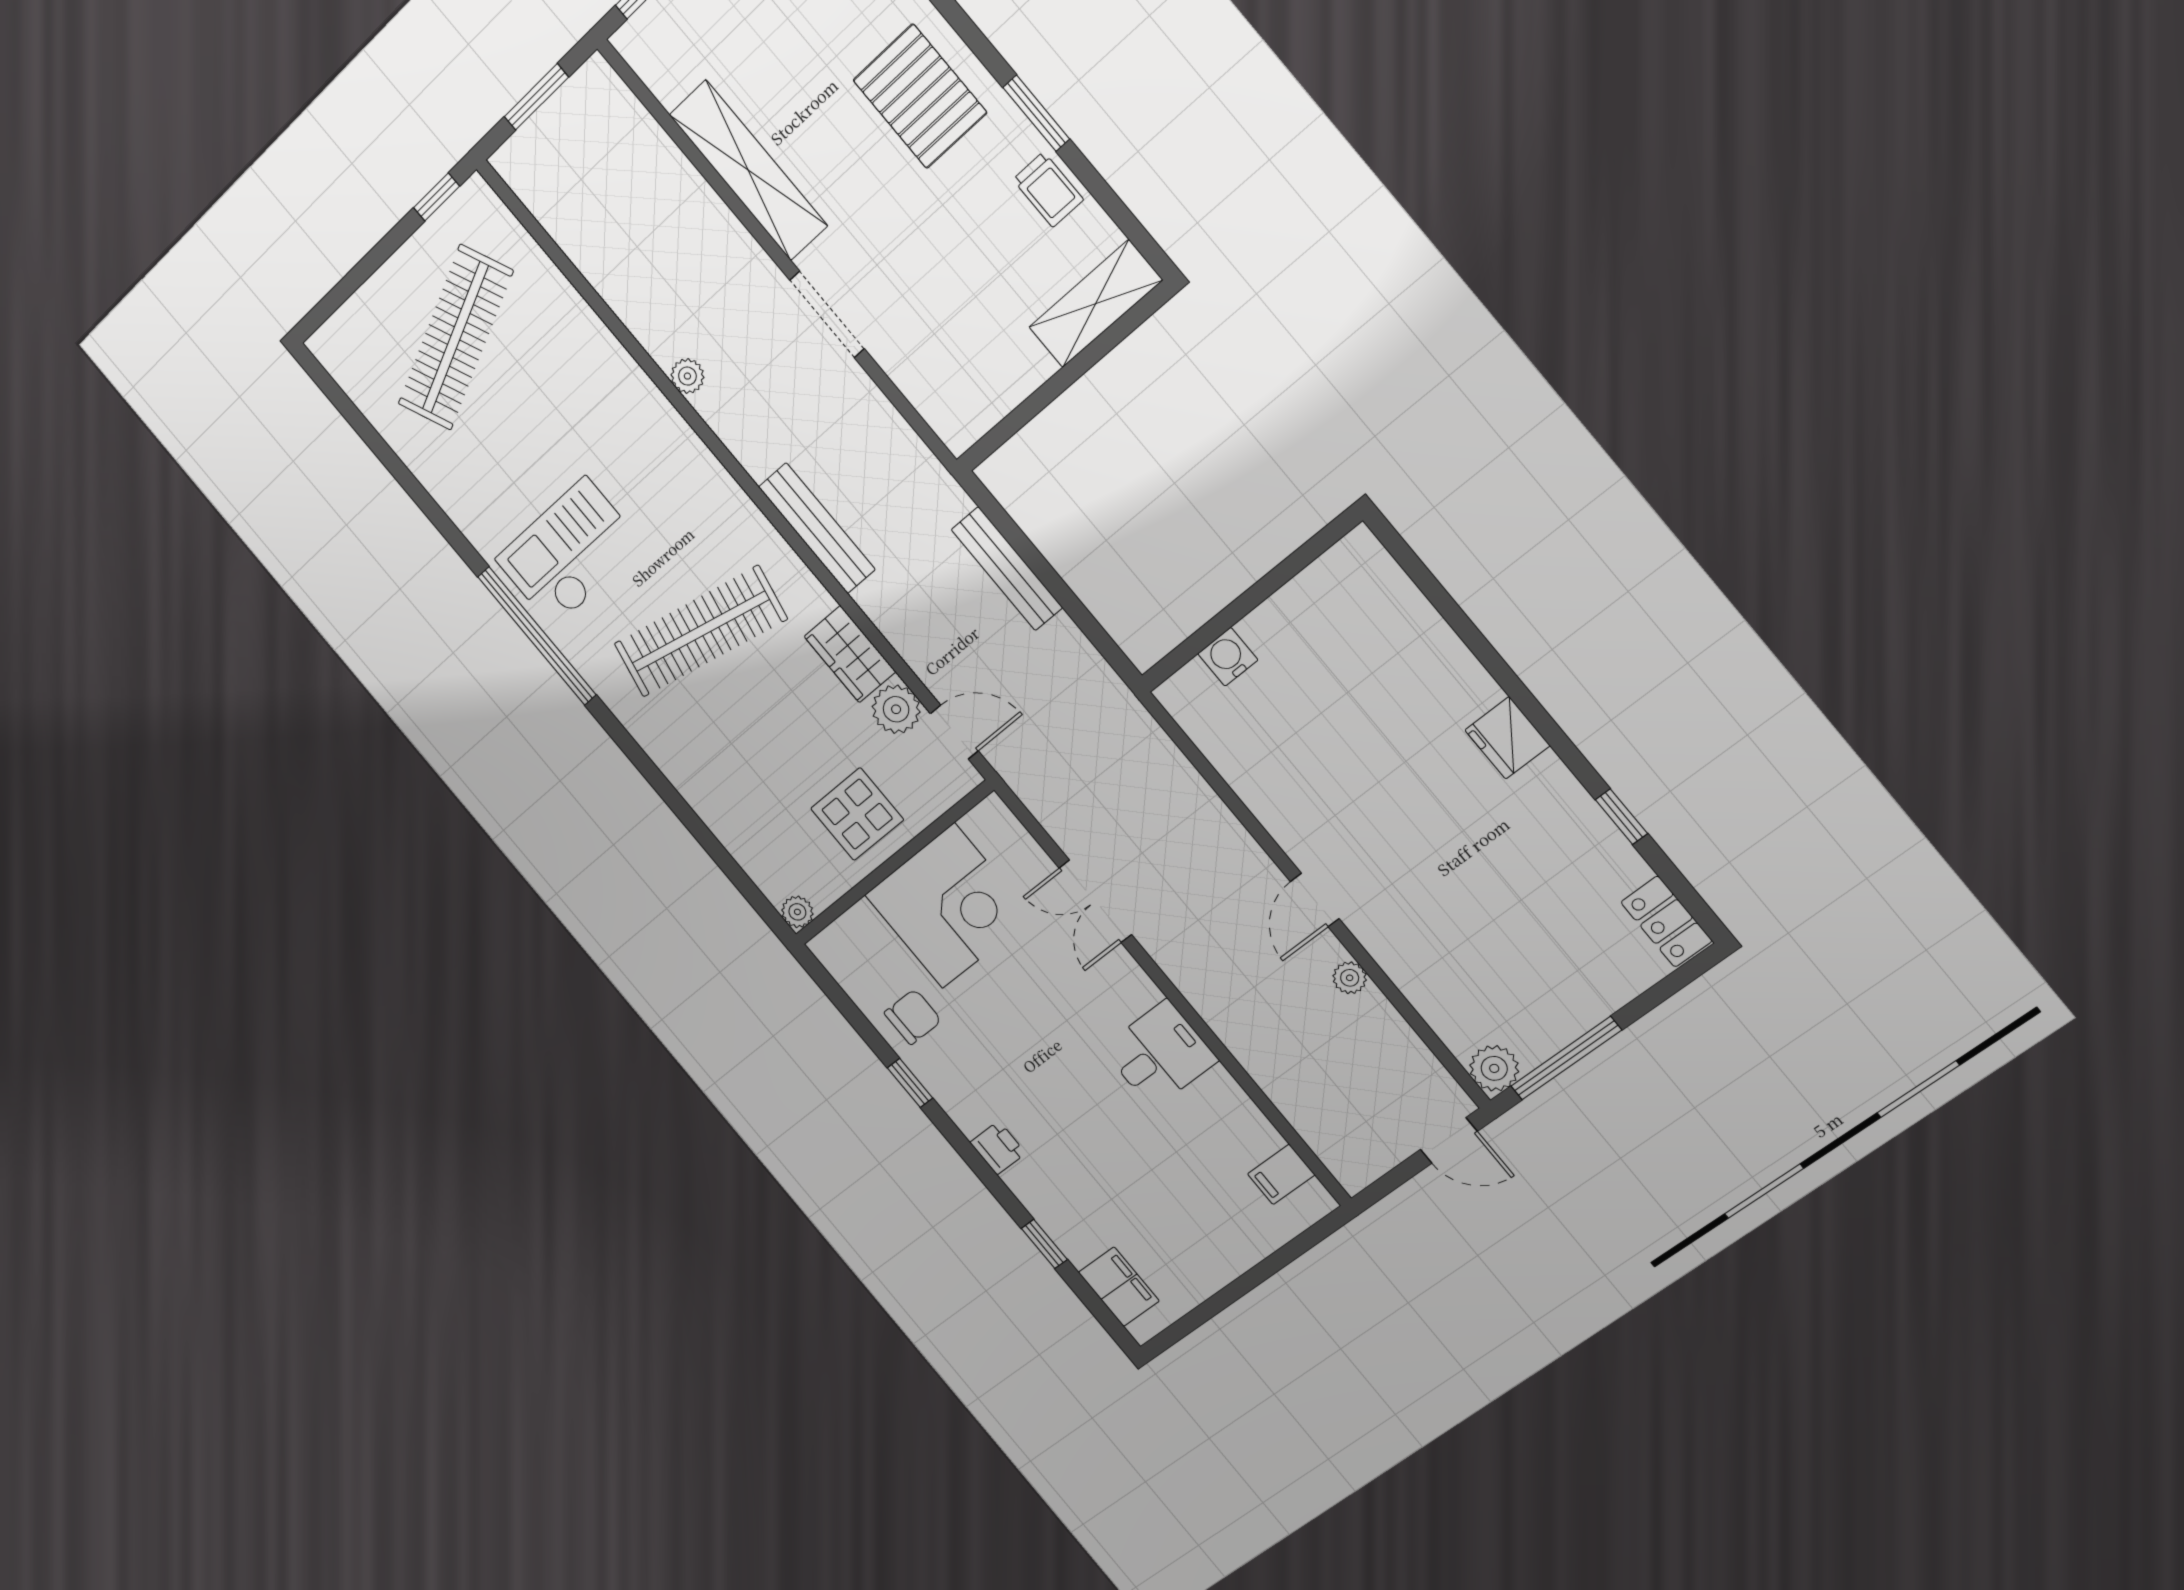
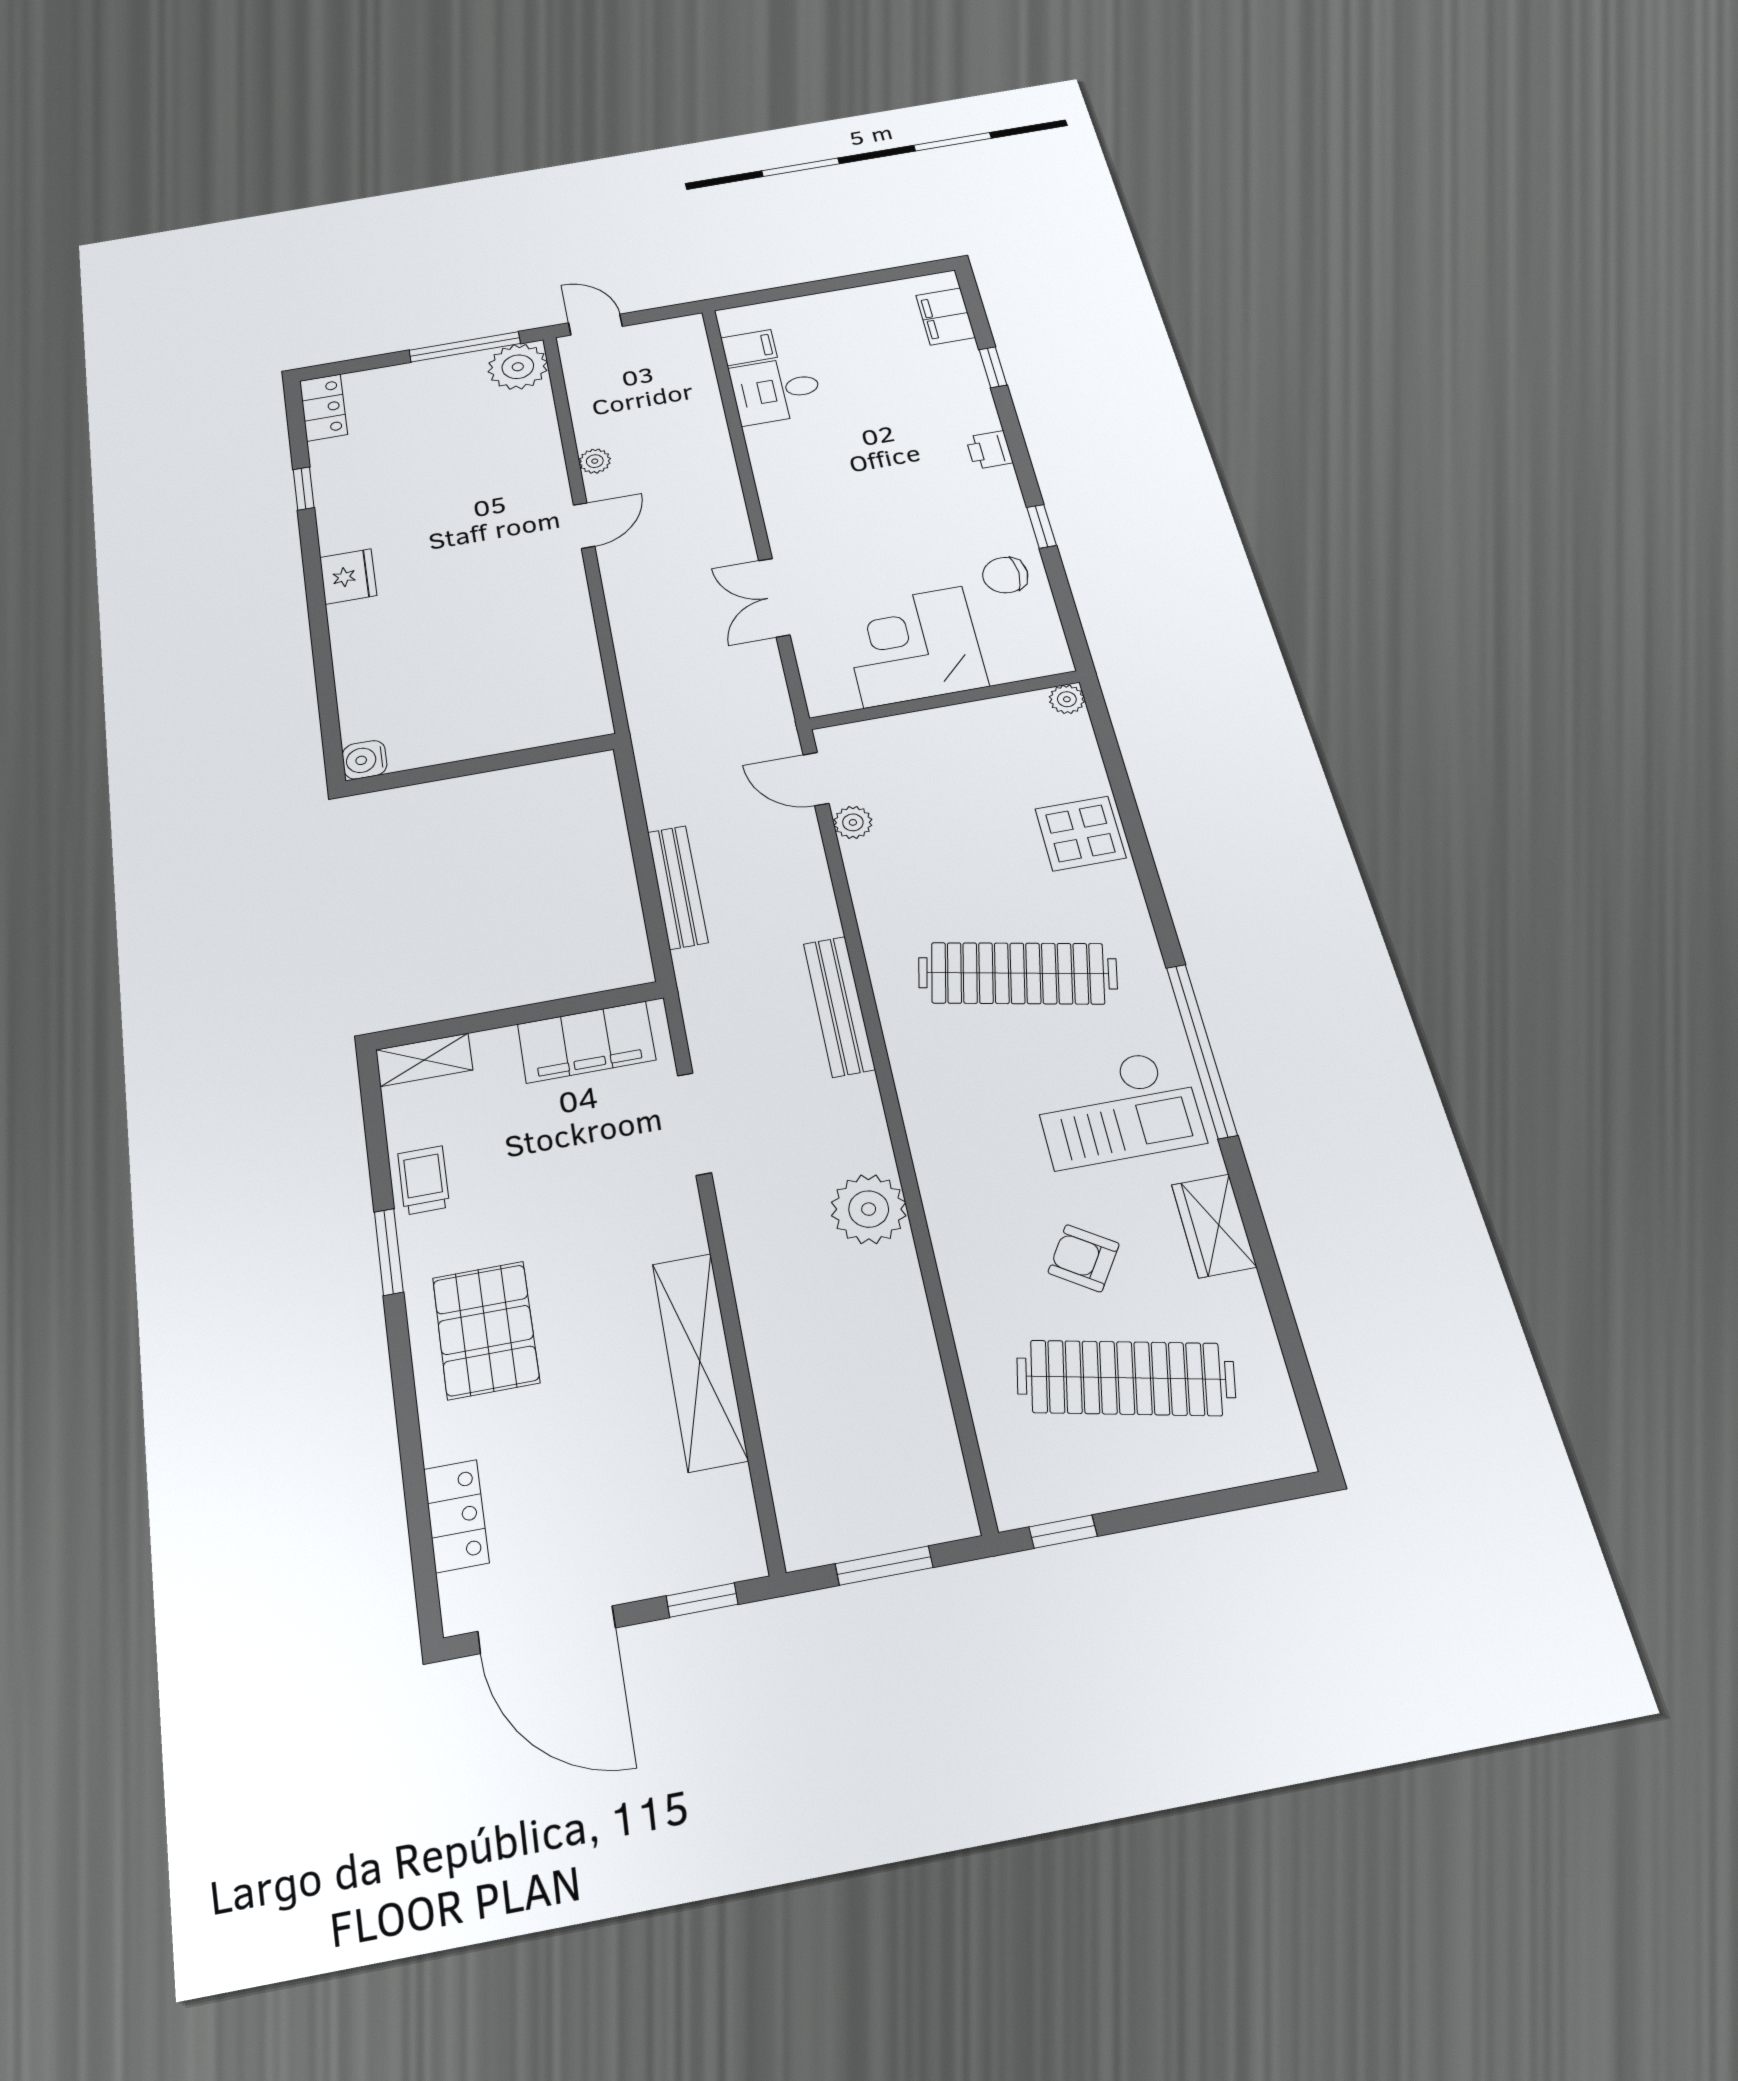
shelving: (1096, 304) -> (424, 1060), width x0.67, depth x0.75
doorway: (827, 314) -> (694, 1124), moved
clothes rail: (455, 338) -> (1126, 1378), turned 36
plant: (687, 376) -> (869, 1209), width x1.87, depth x1.87
filing cabinet: (994, 385) -> (586, 1042), added
armchair: (530, 415) -> (1084, 1258), added
wardrobe: (850, 654) -> (1214, 1226), moved, turned 180
water cooler: (1228, 657) -> (365, 760), moved, turned 90
plant: (896, 709) -> (853, 822), width x0.73, depth x0.73
display table: (857, 814) -> (1080, 833), moved
double door: (1095, 901) -> (774, 598), swing flipped
desk: (1160, 1054) -> (776, 390), moved
plant: (1494, 1068) -> (518, 367), width x1.36, depth x1.36

